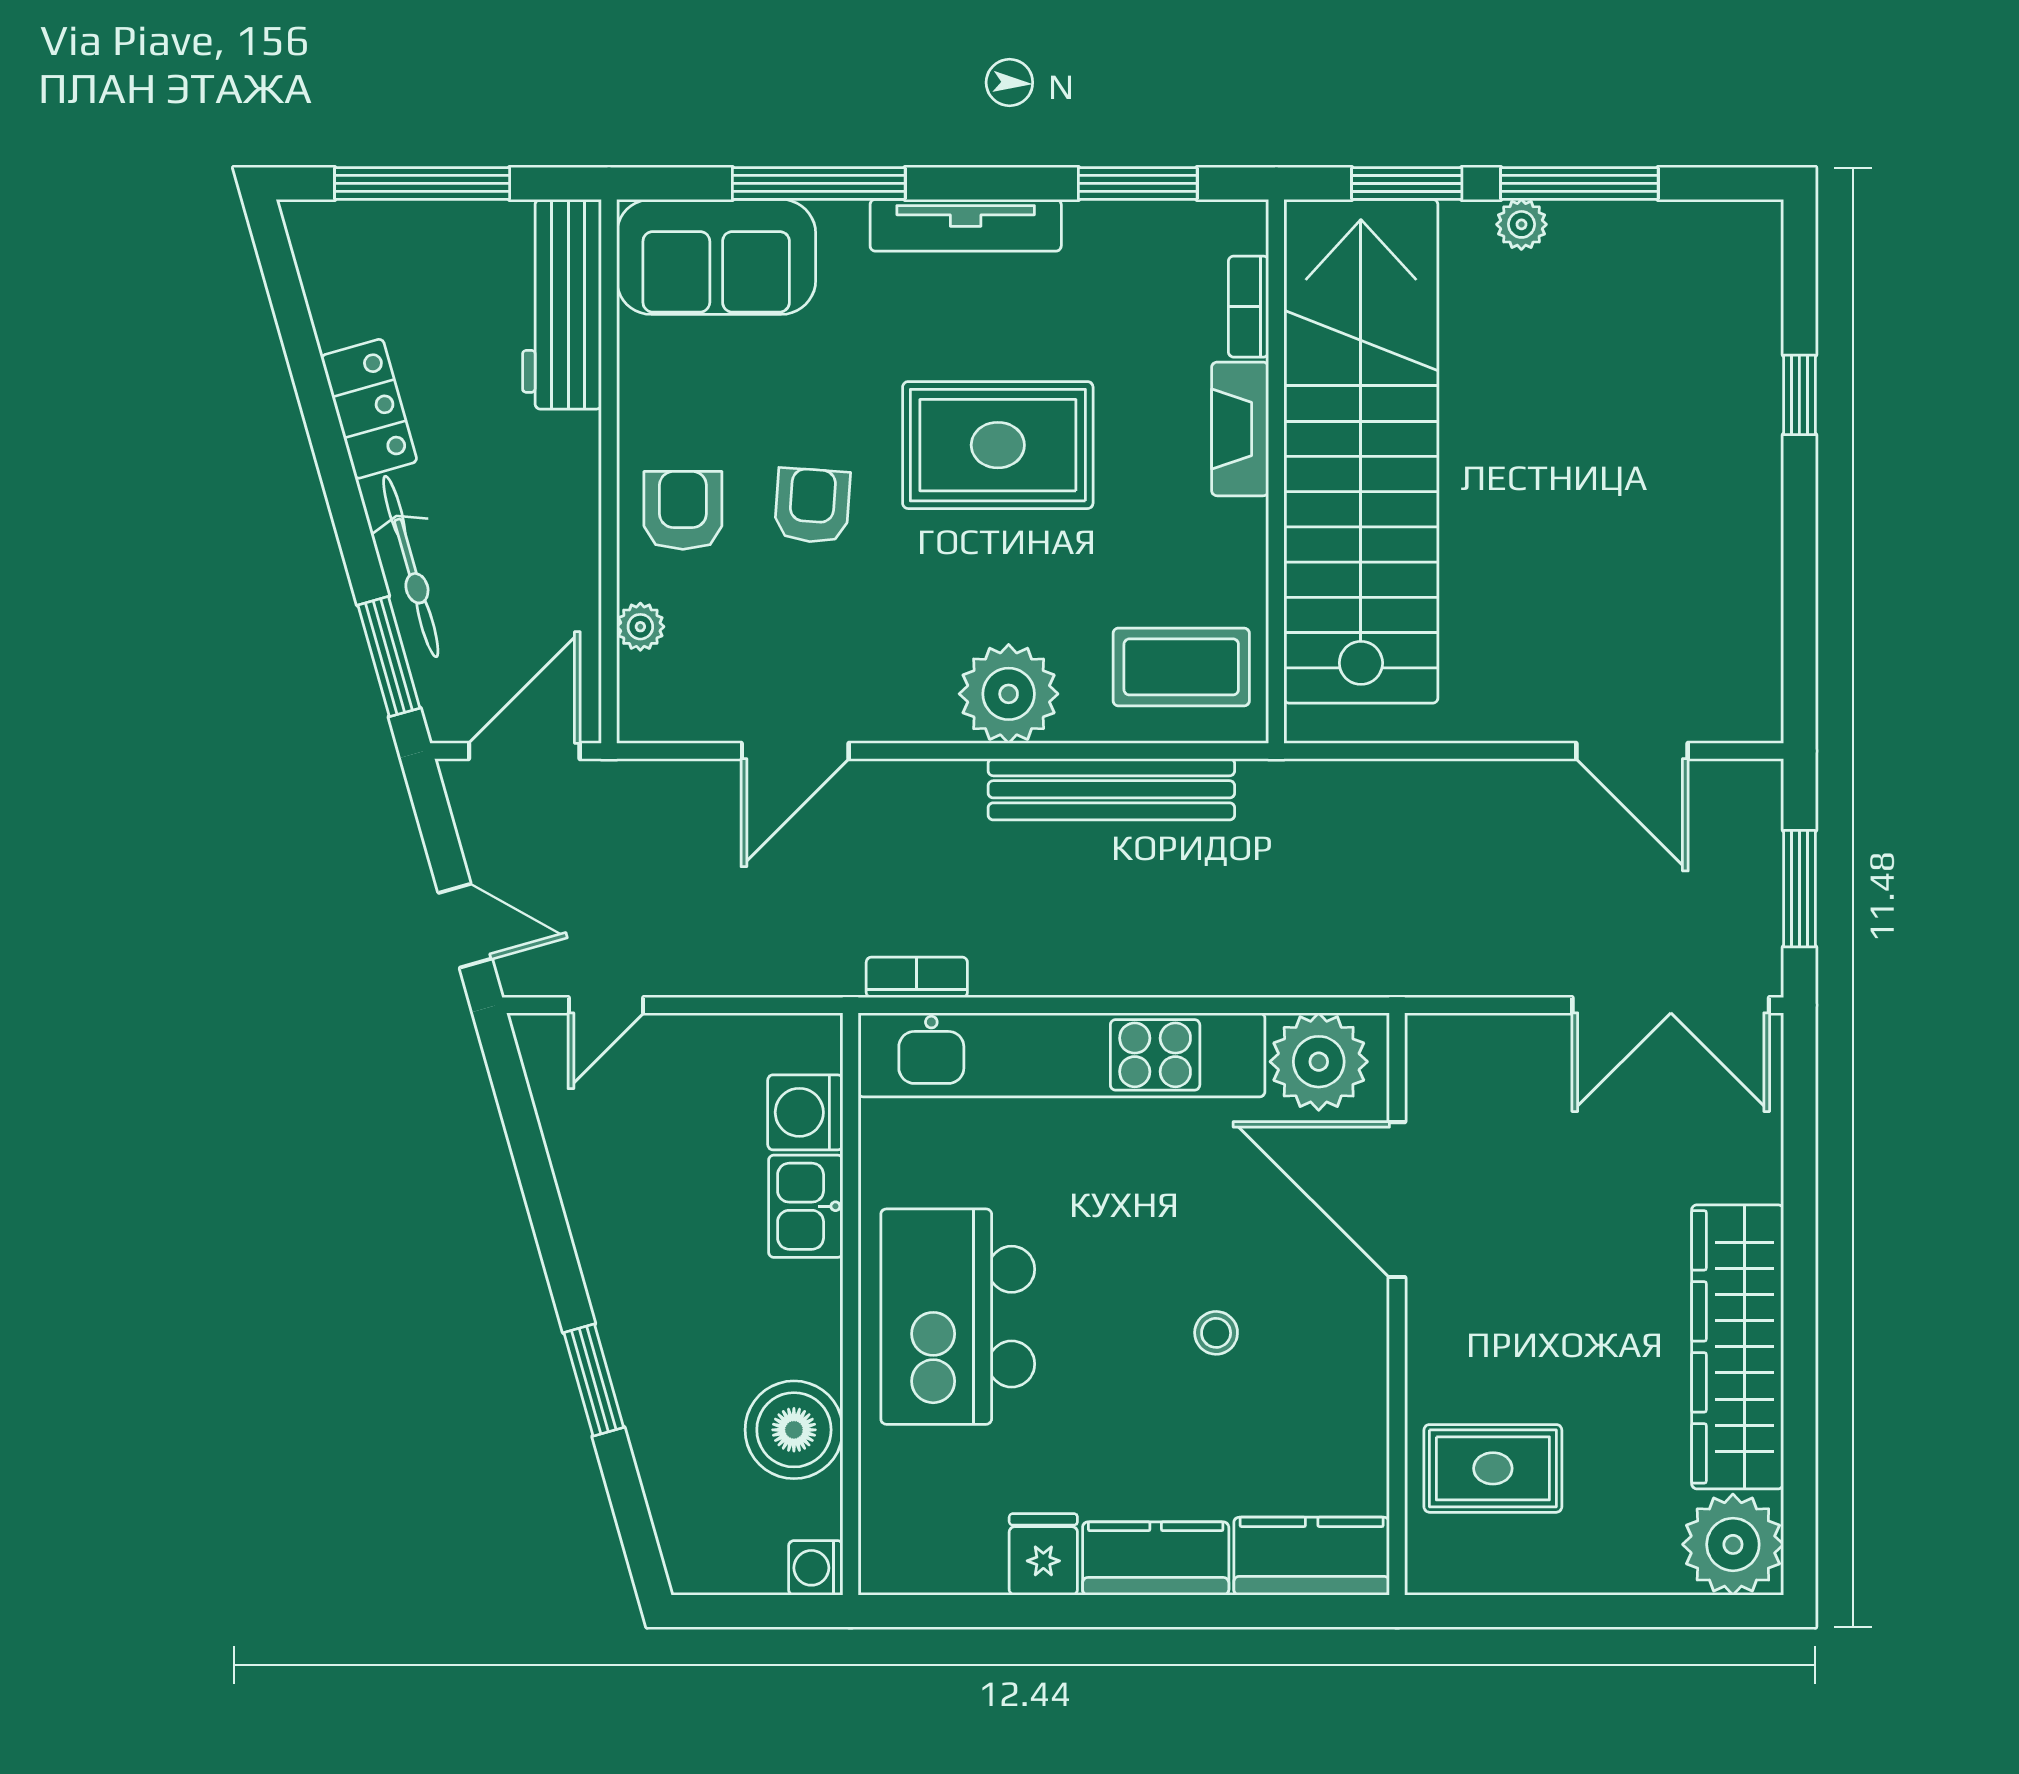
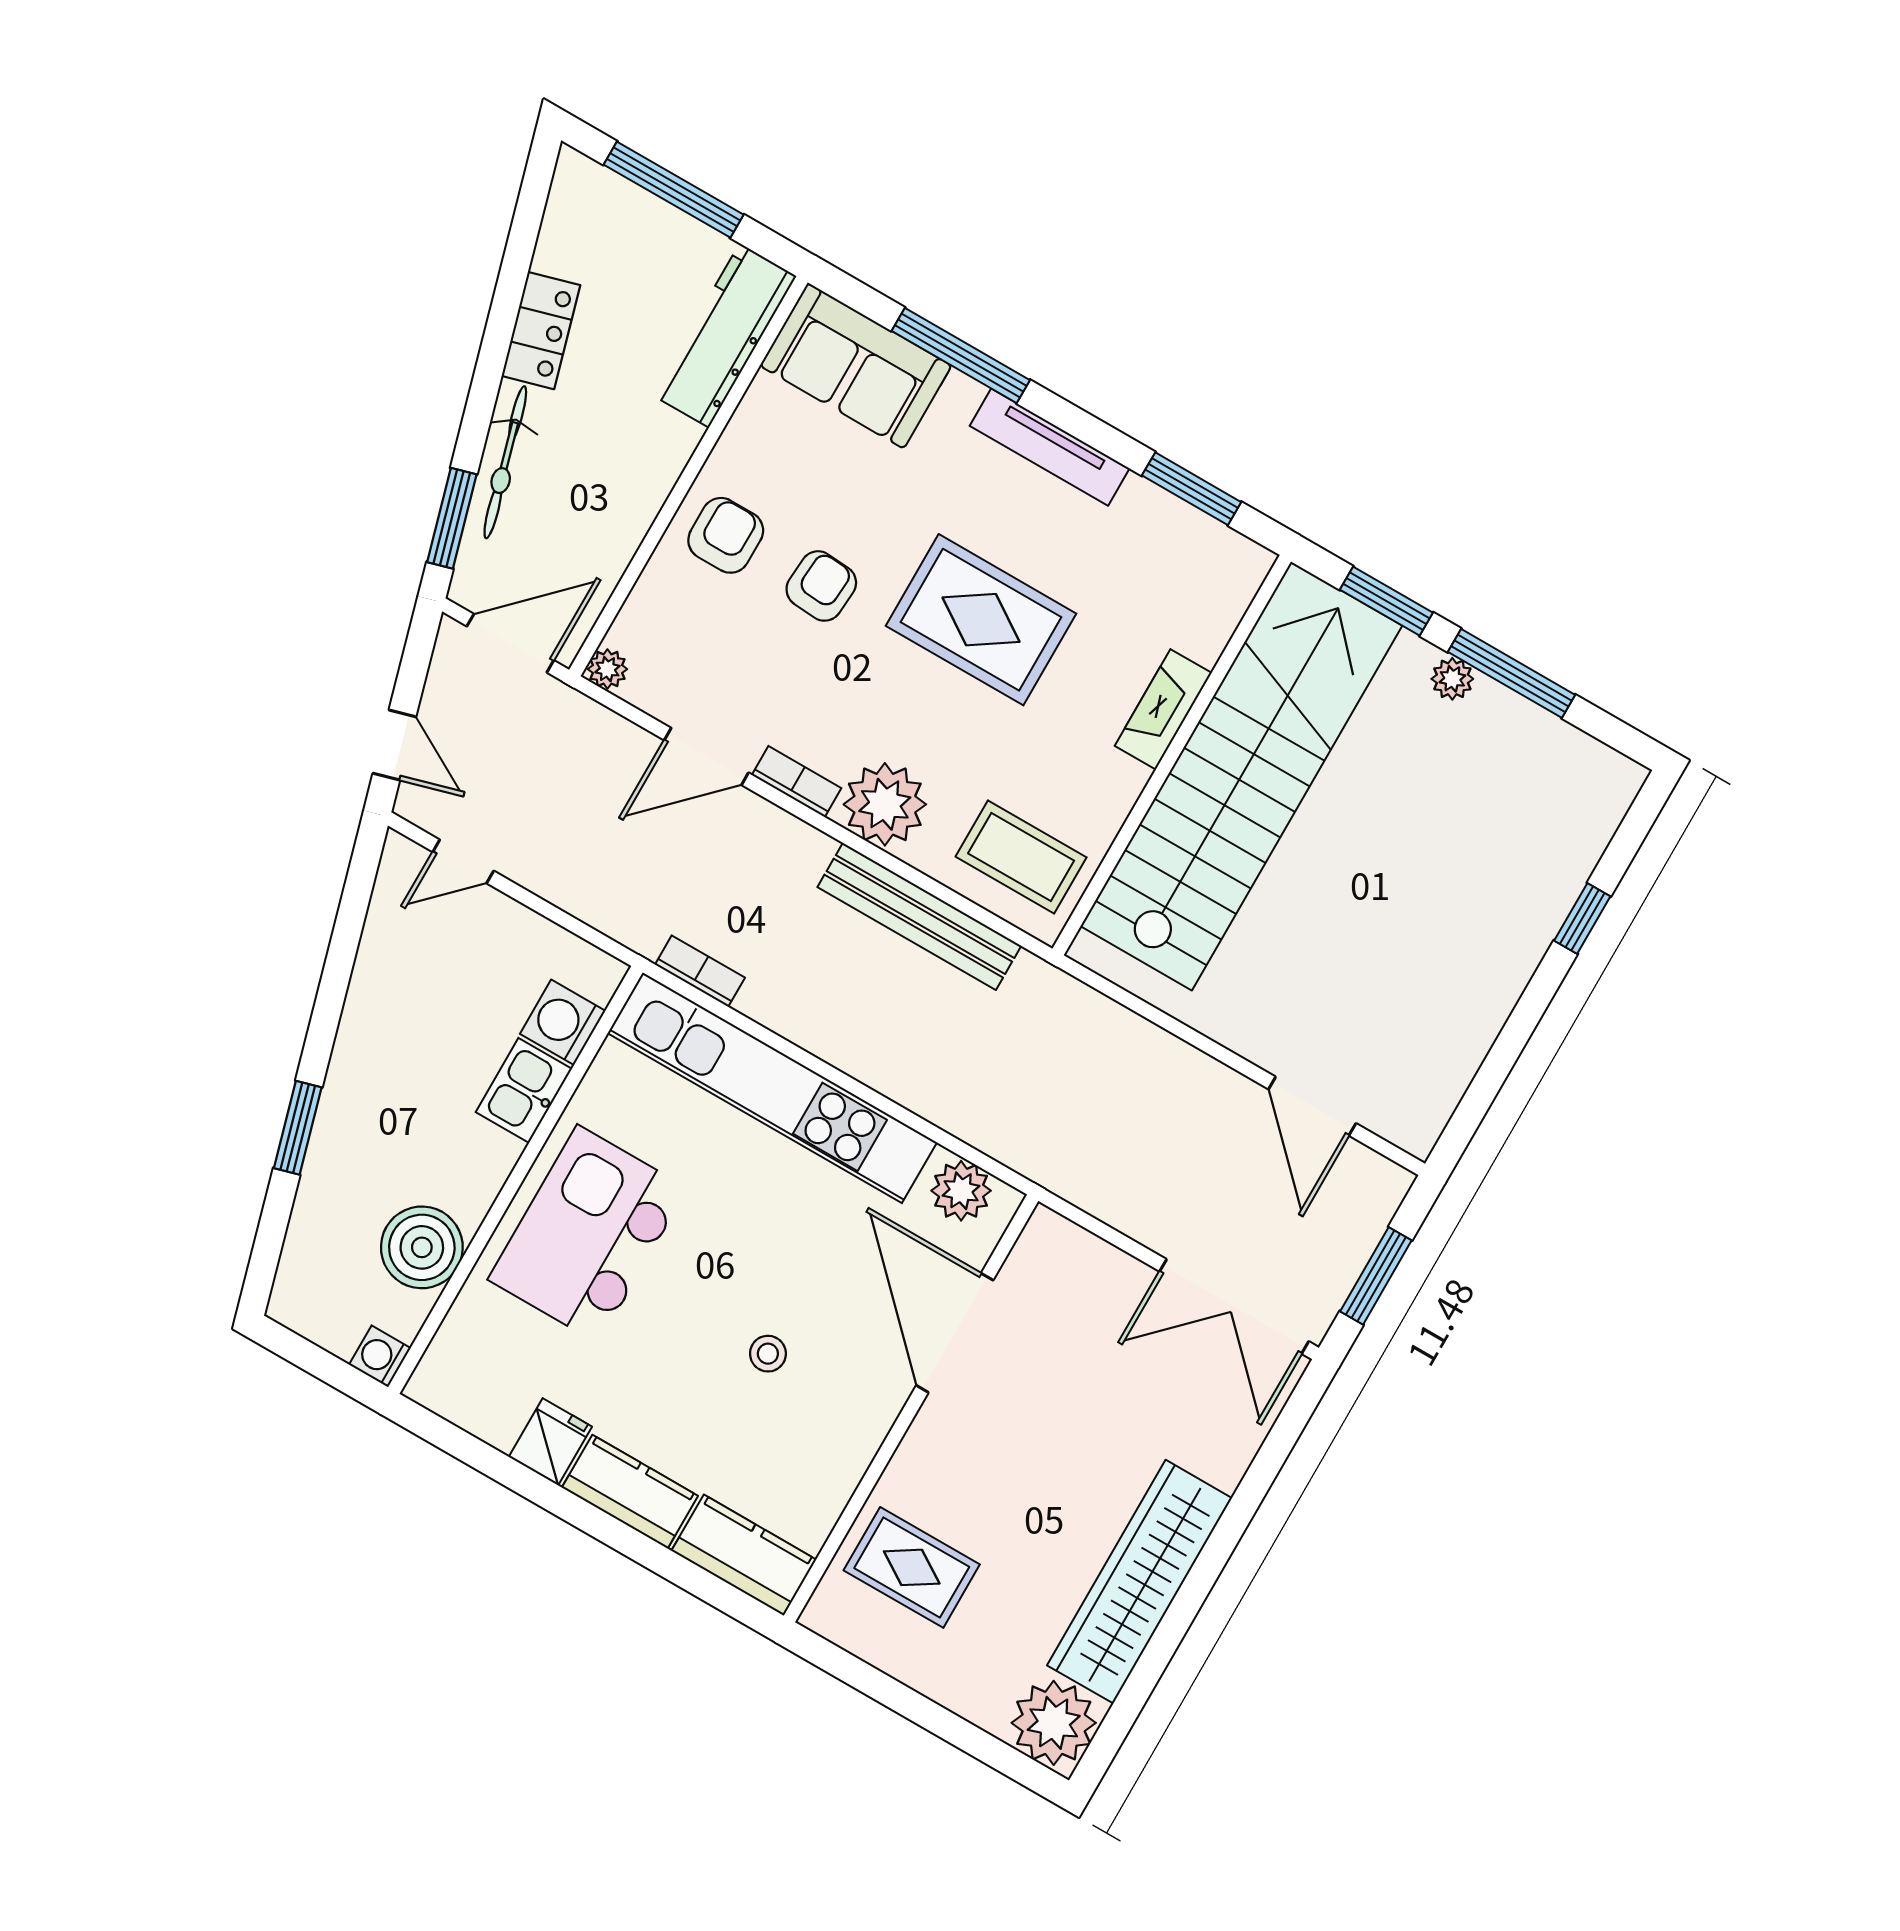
bookcase: (1249, 307) -> (797, 782), moved, turned 90
plant: (640, 627) -> (607, 669), moved
plant: (1319, 1062) -> (961, 1191), width x0.73, depth x0.73

